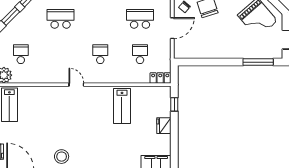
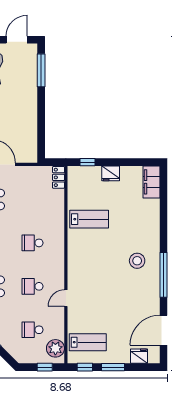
school desk: (140, 54) -> (33, 286), moved
door: (76, 85) -> (66, 298), moved
stool: (62, 157) -> (137, 261), moved

